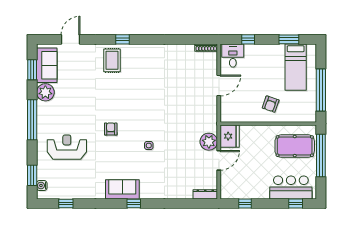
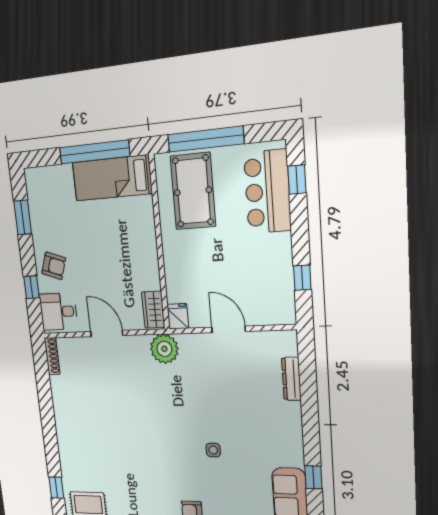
bed: (296, 67) -> (112, 178), moved, turned 180
armchair: (271, 104) -> (54, 266), moved
wardrobe: (232, 116) -> (153, 310), added
fridge: (230, 136) -> (178, 316), width x0.53, depth x0.75
plant: (209, 142) -> (164, 349), moved
dresser: (205, 194) -> (291, 379), moved

